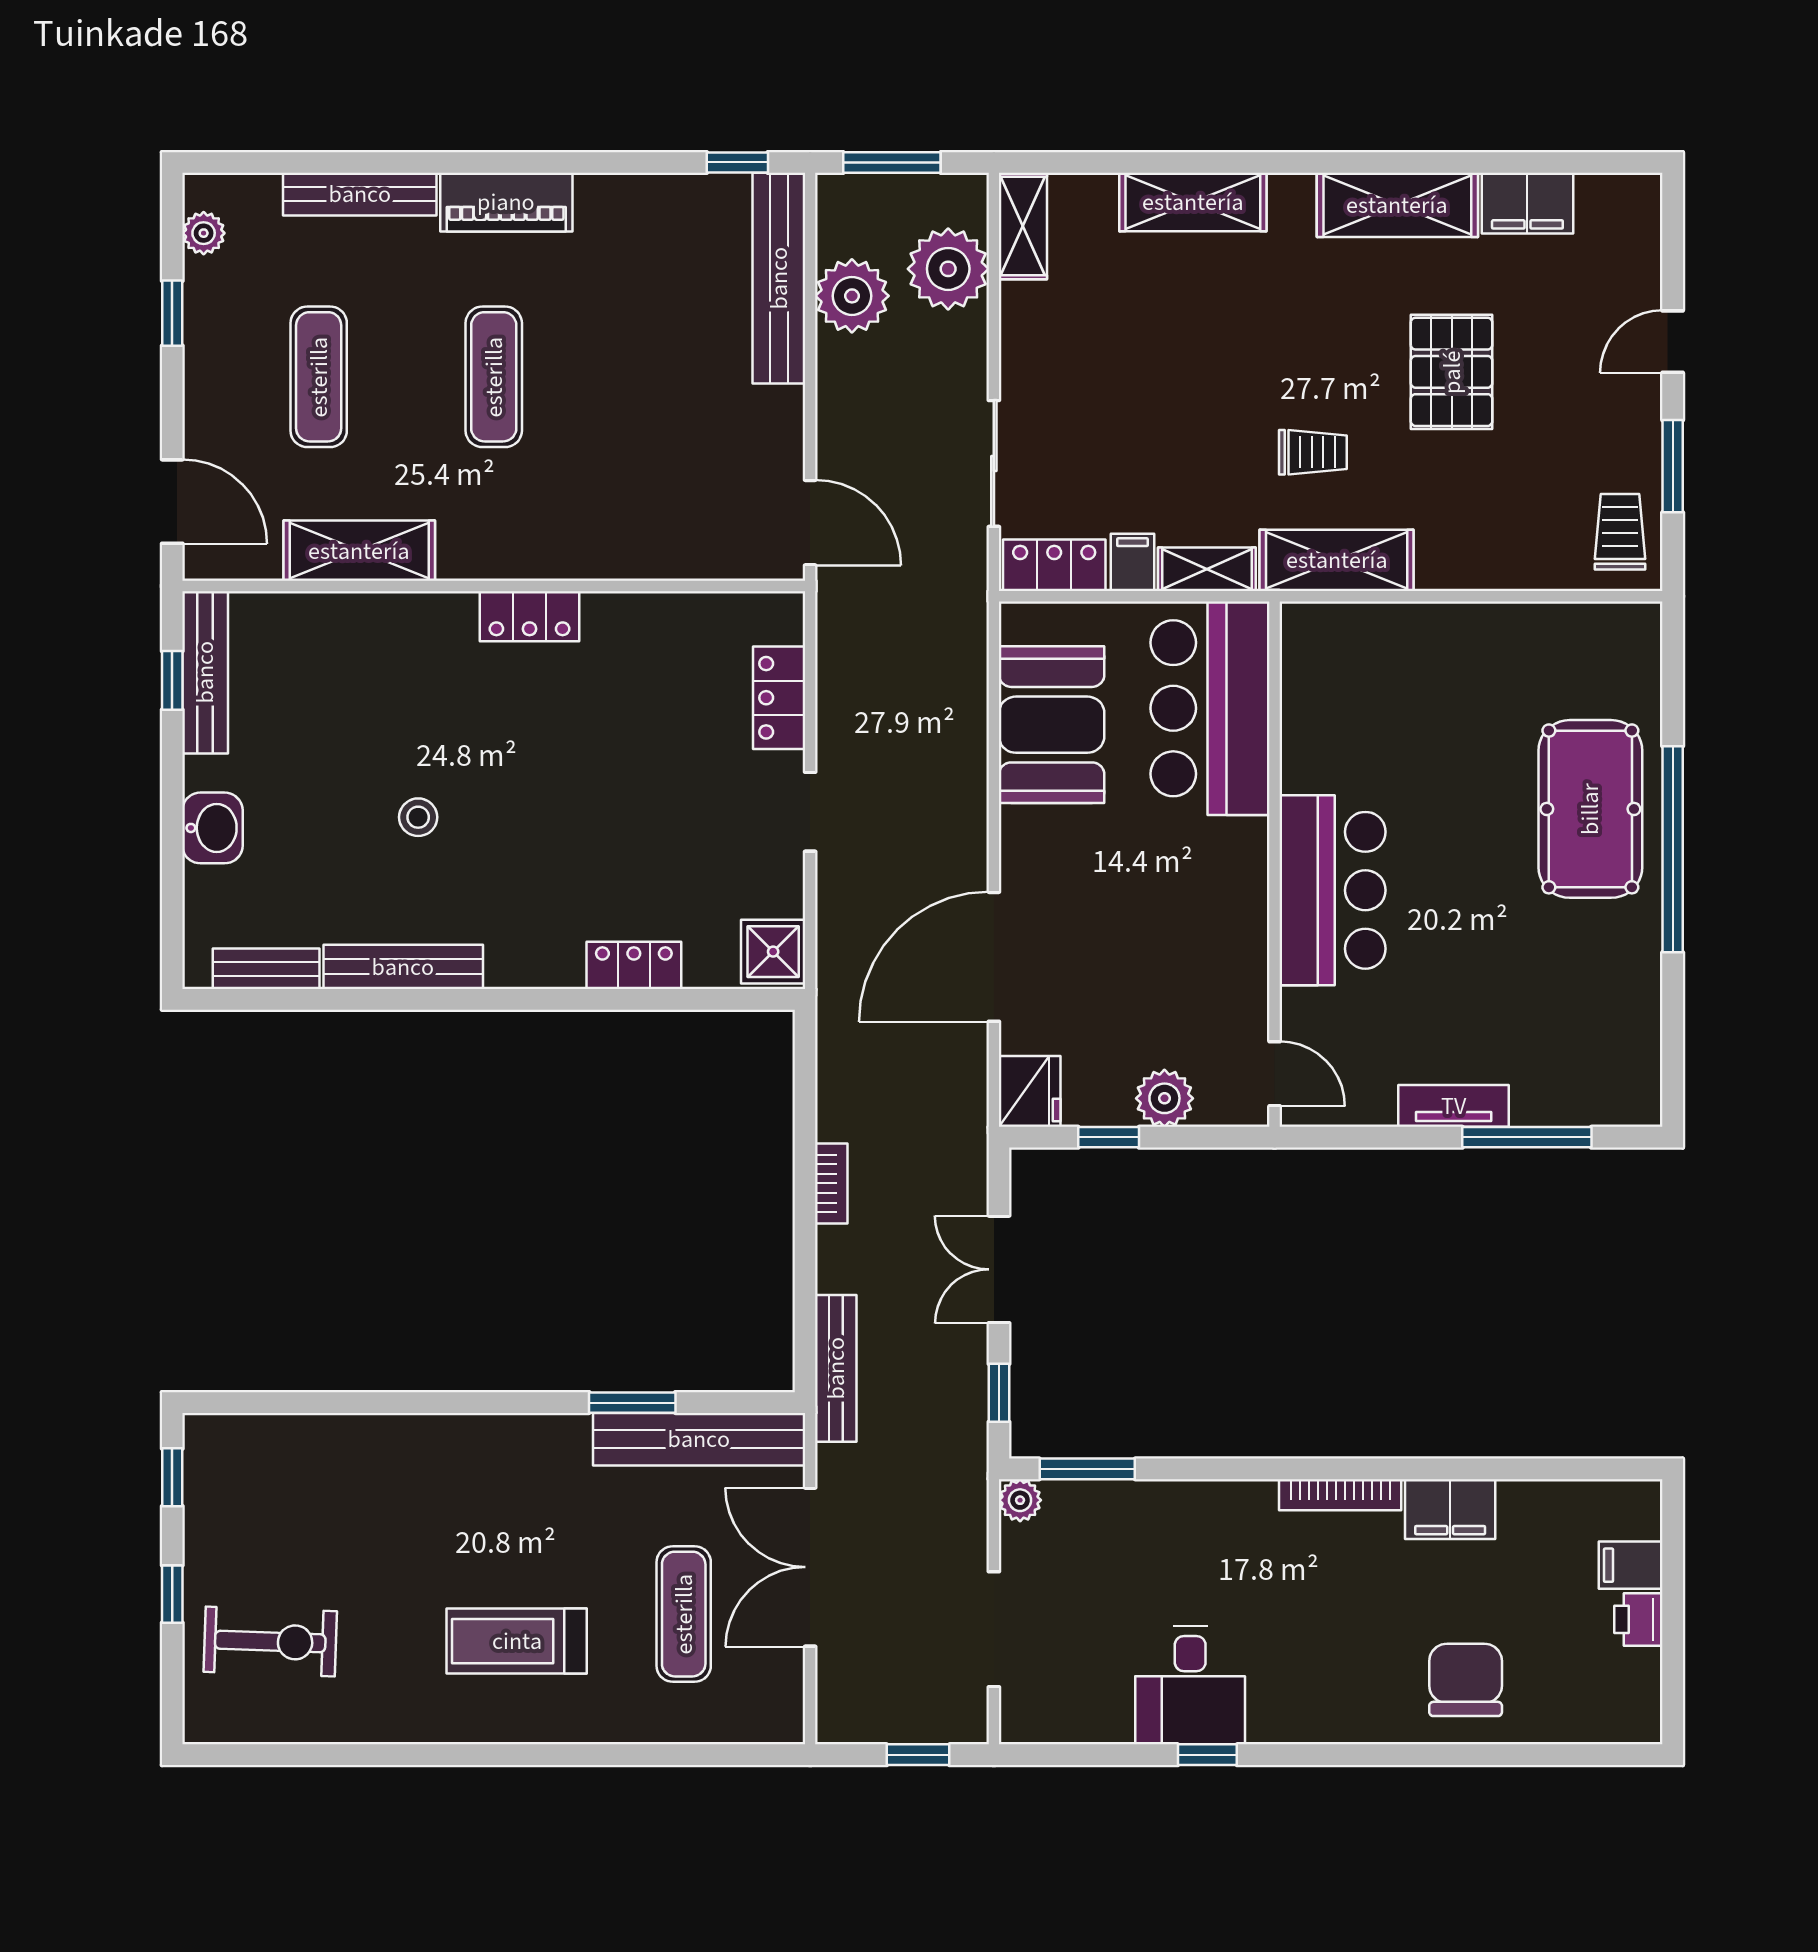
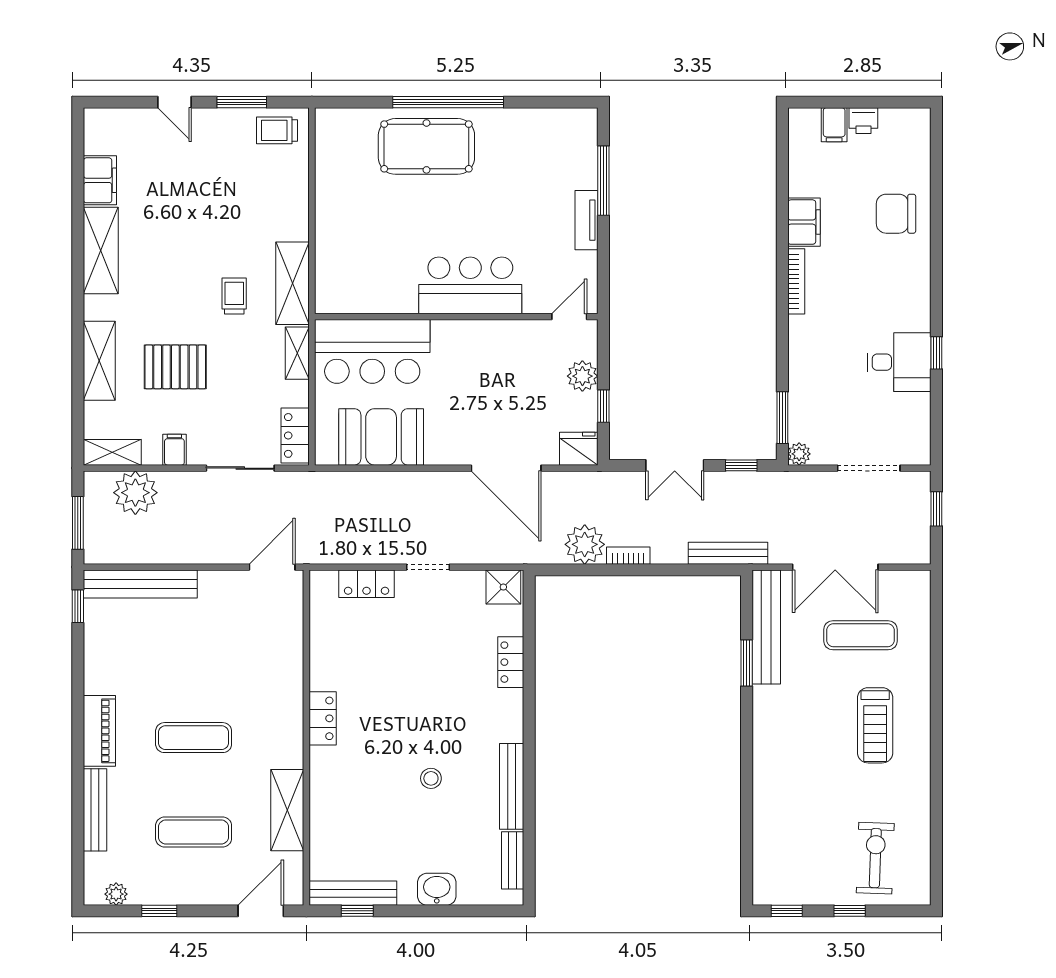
plant: (852, 296) -> (585, 544), moved
pallet: (1452, 372) -> (175, 367), moved
filing cabinet: (1132, 562) -> (174, 450), moved, turned 90

